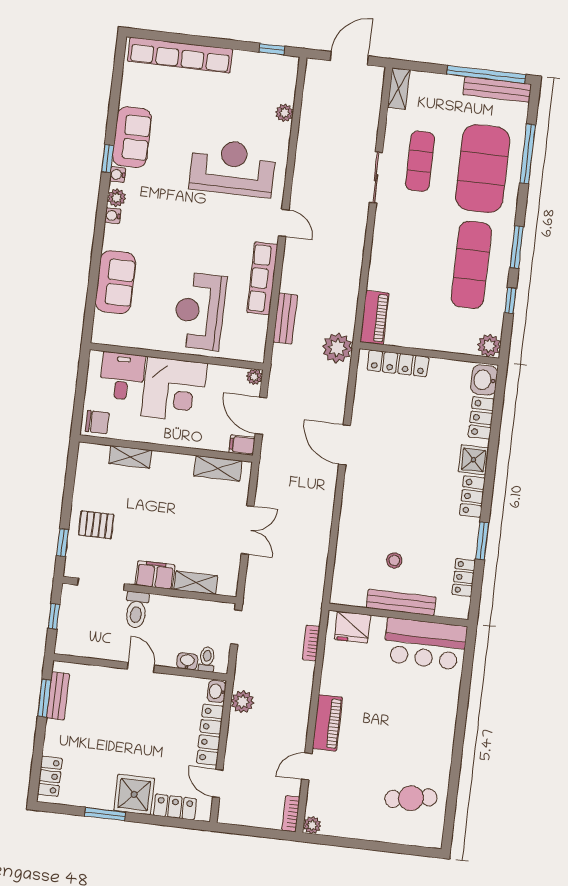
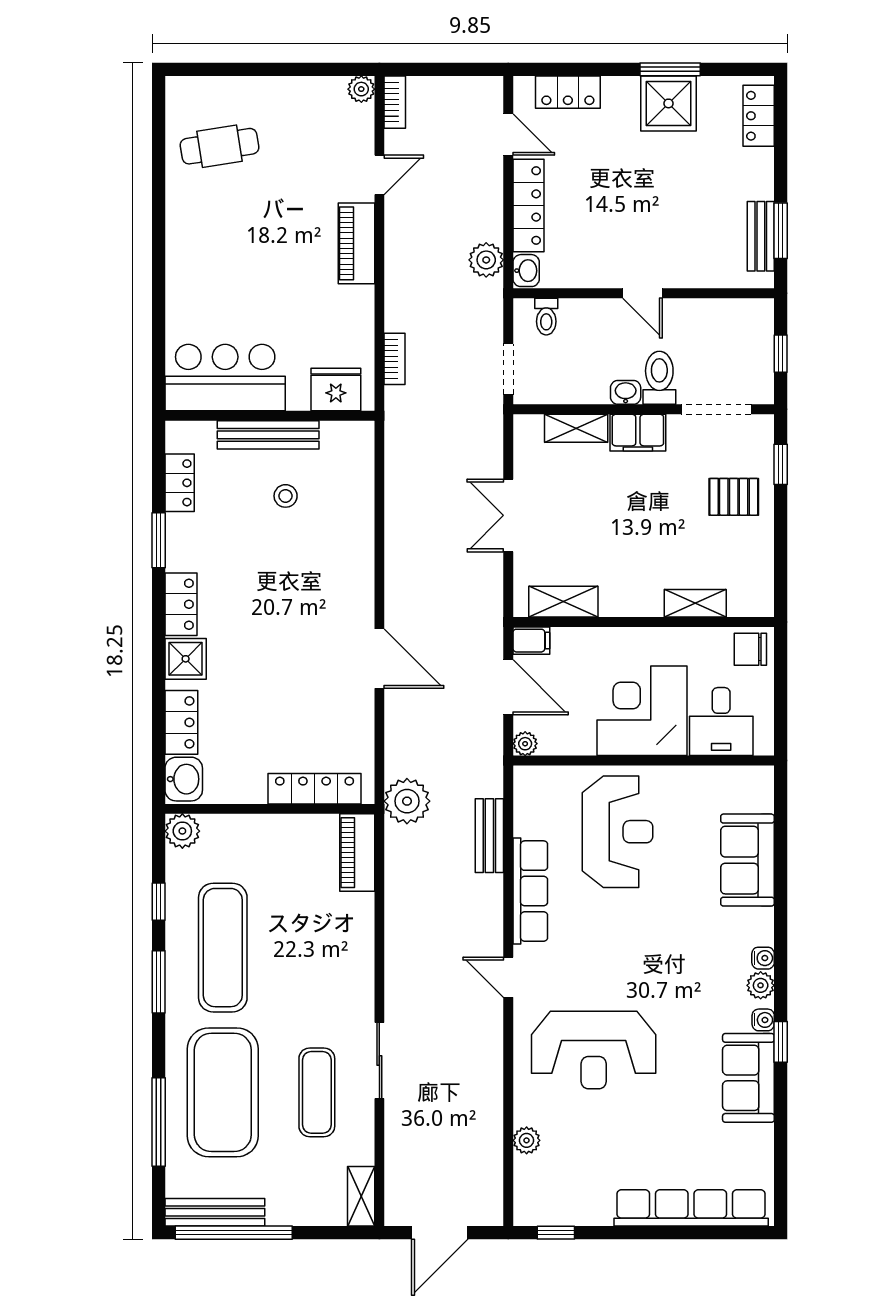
washbasin: (187, 661) -> (626, 392), moved, turned 180
shower: (134, 795) -> (668, 103), moved

